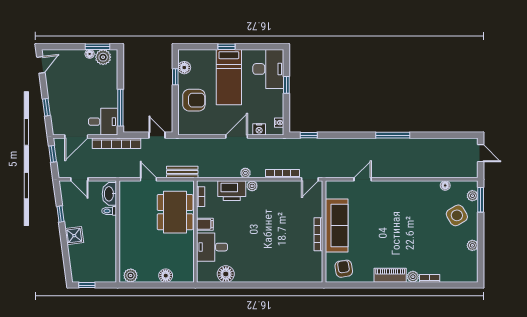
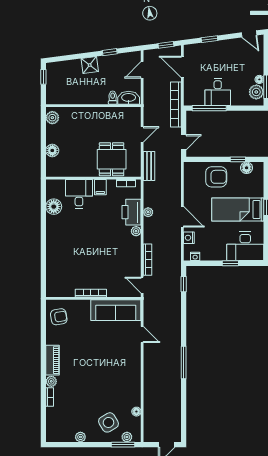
armchair: (194, 100) -> (216, 177), turned -90
desk: (103, 122) -> (218, 92), moved
plant: (245, 173) -> (148, 212), moved
dining table: (175, 212) -> (112, 159), width x0.73
sofa: (337, 226) -> (116, 310), moved

